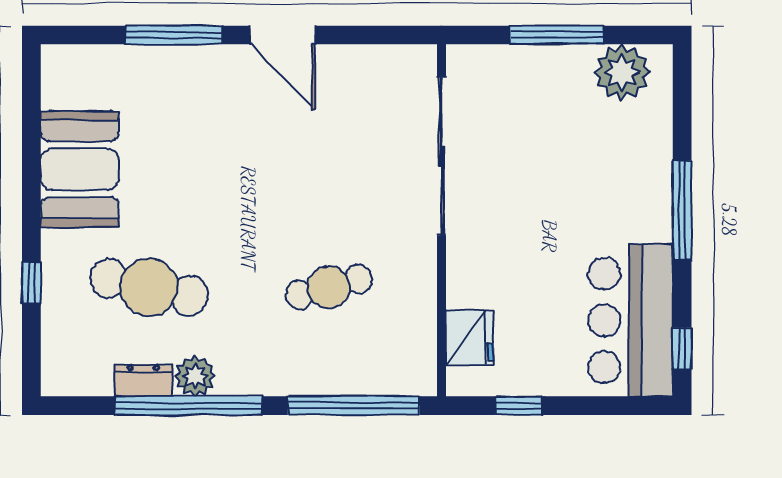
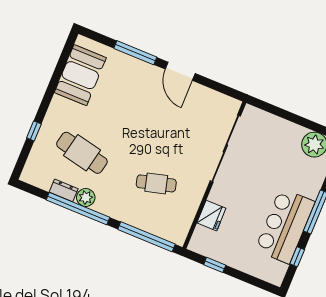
window: (557, 35) -> (294, 118), removed
booth: (80, 169) -> (80, 75), moved
bar counter: (631, 320) -> (285, 226), moved
fridge: (470, 338) -> (211, 216), moved
window: (682, 349) -> (297, 257), moved

